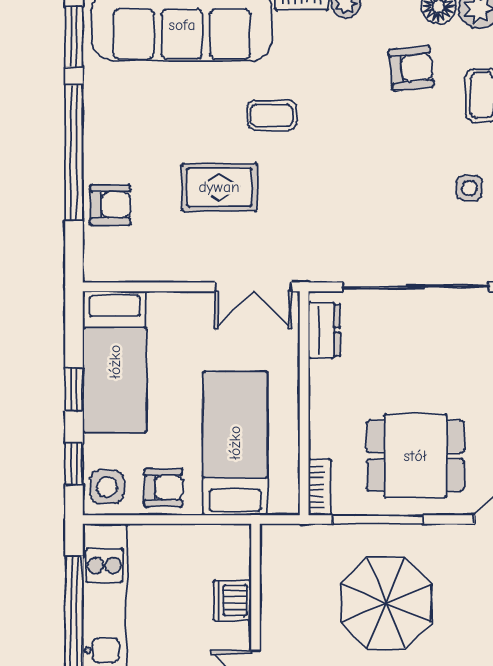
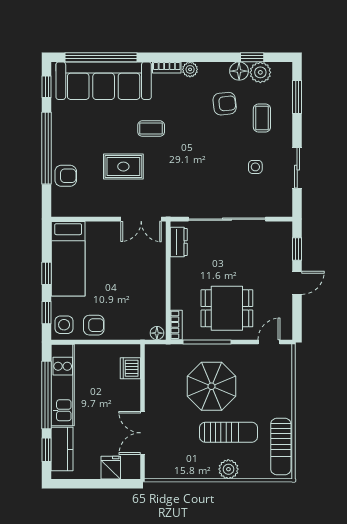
window: (74, 36) -> (47, 87), width x0.67
bed: (235, 443) -> (132, 302), removed
floor lamp: (283, 503) -> (157, 333), added
dishwasher: (232, 600) -> (130, 368), moved

